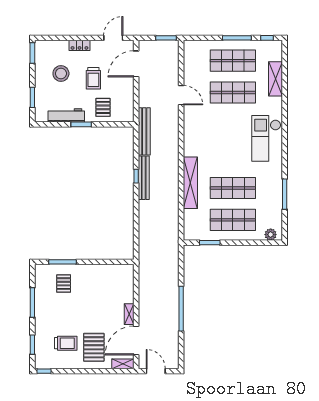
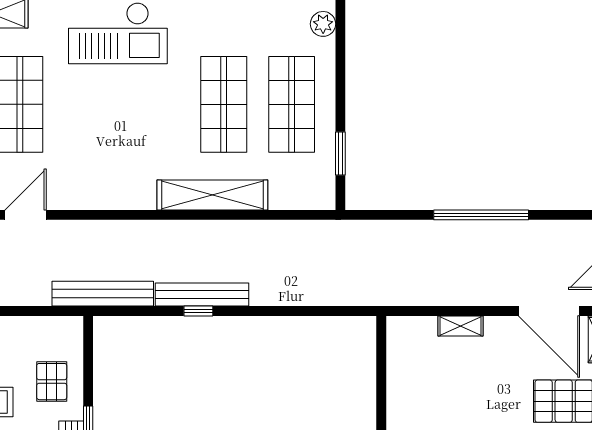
pallet: (103, 107) -> (52, 382), turned 90
shelving: (129, 314) -> (460, 326), moved

